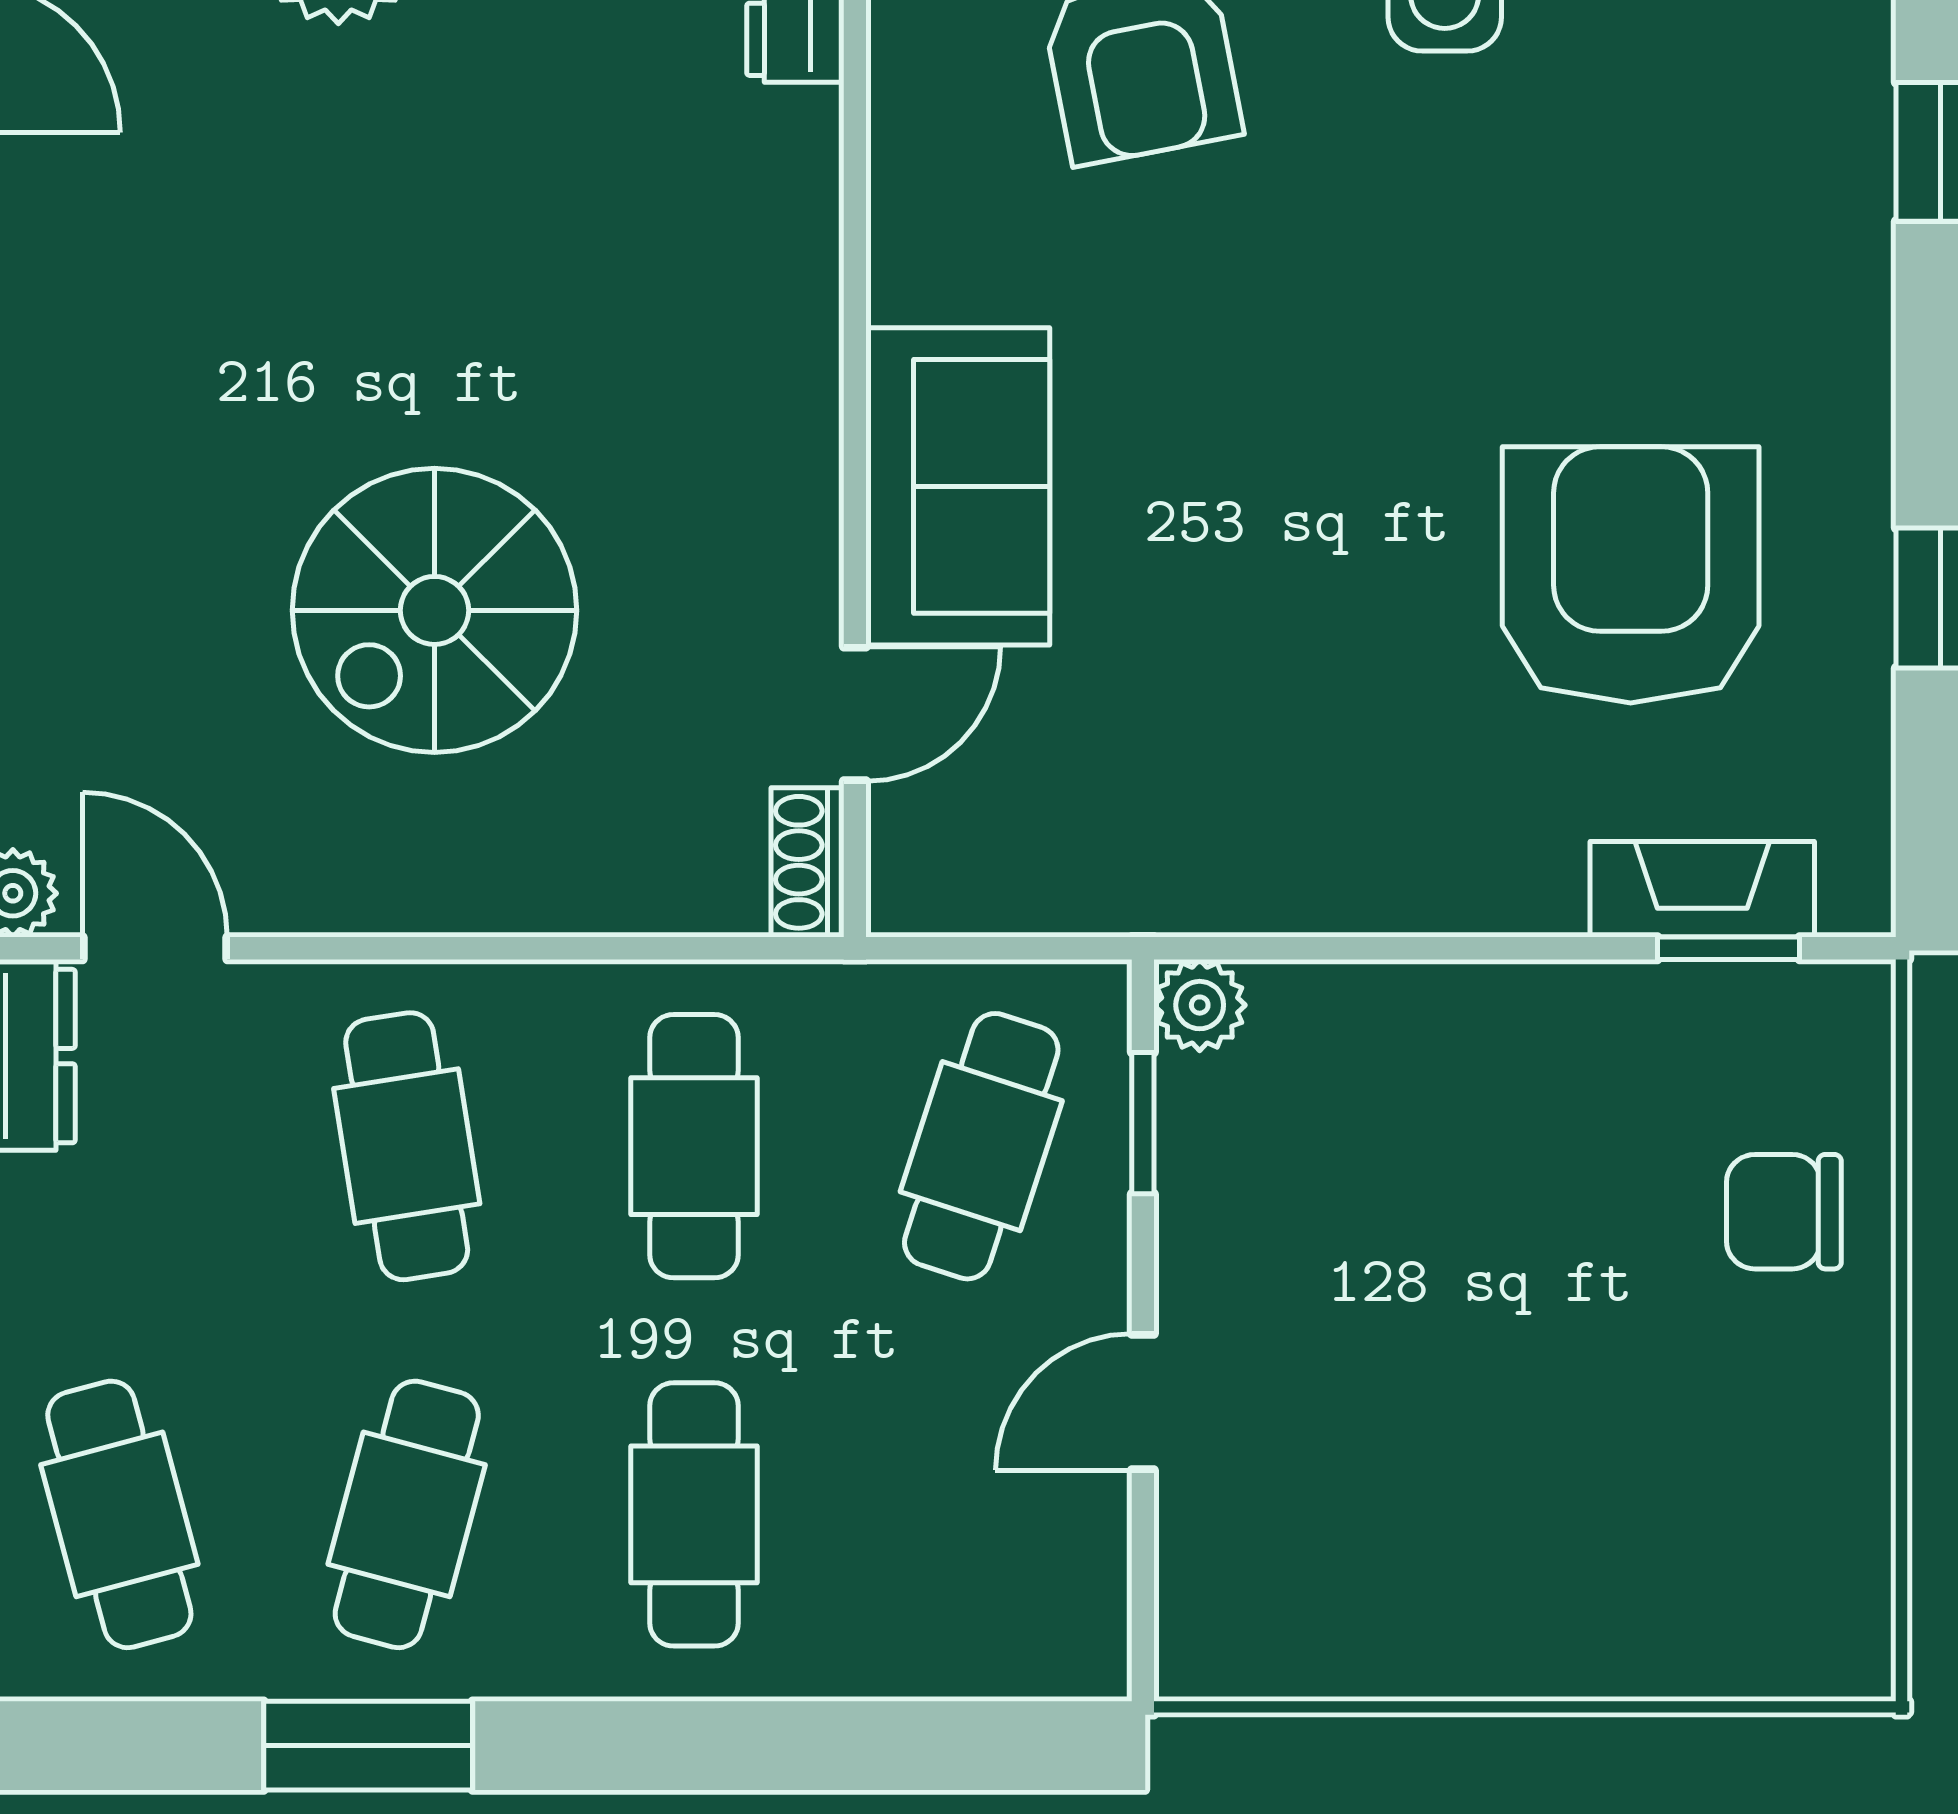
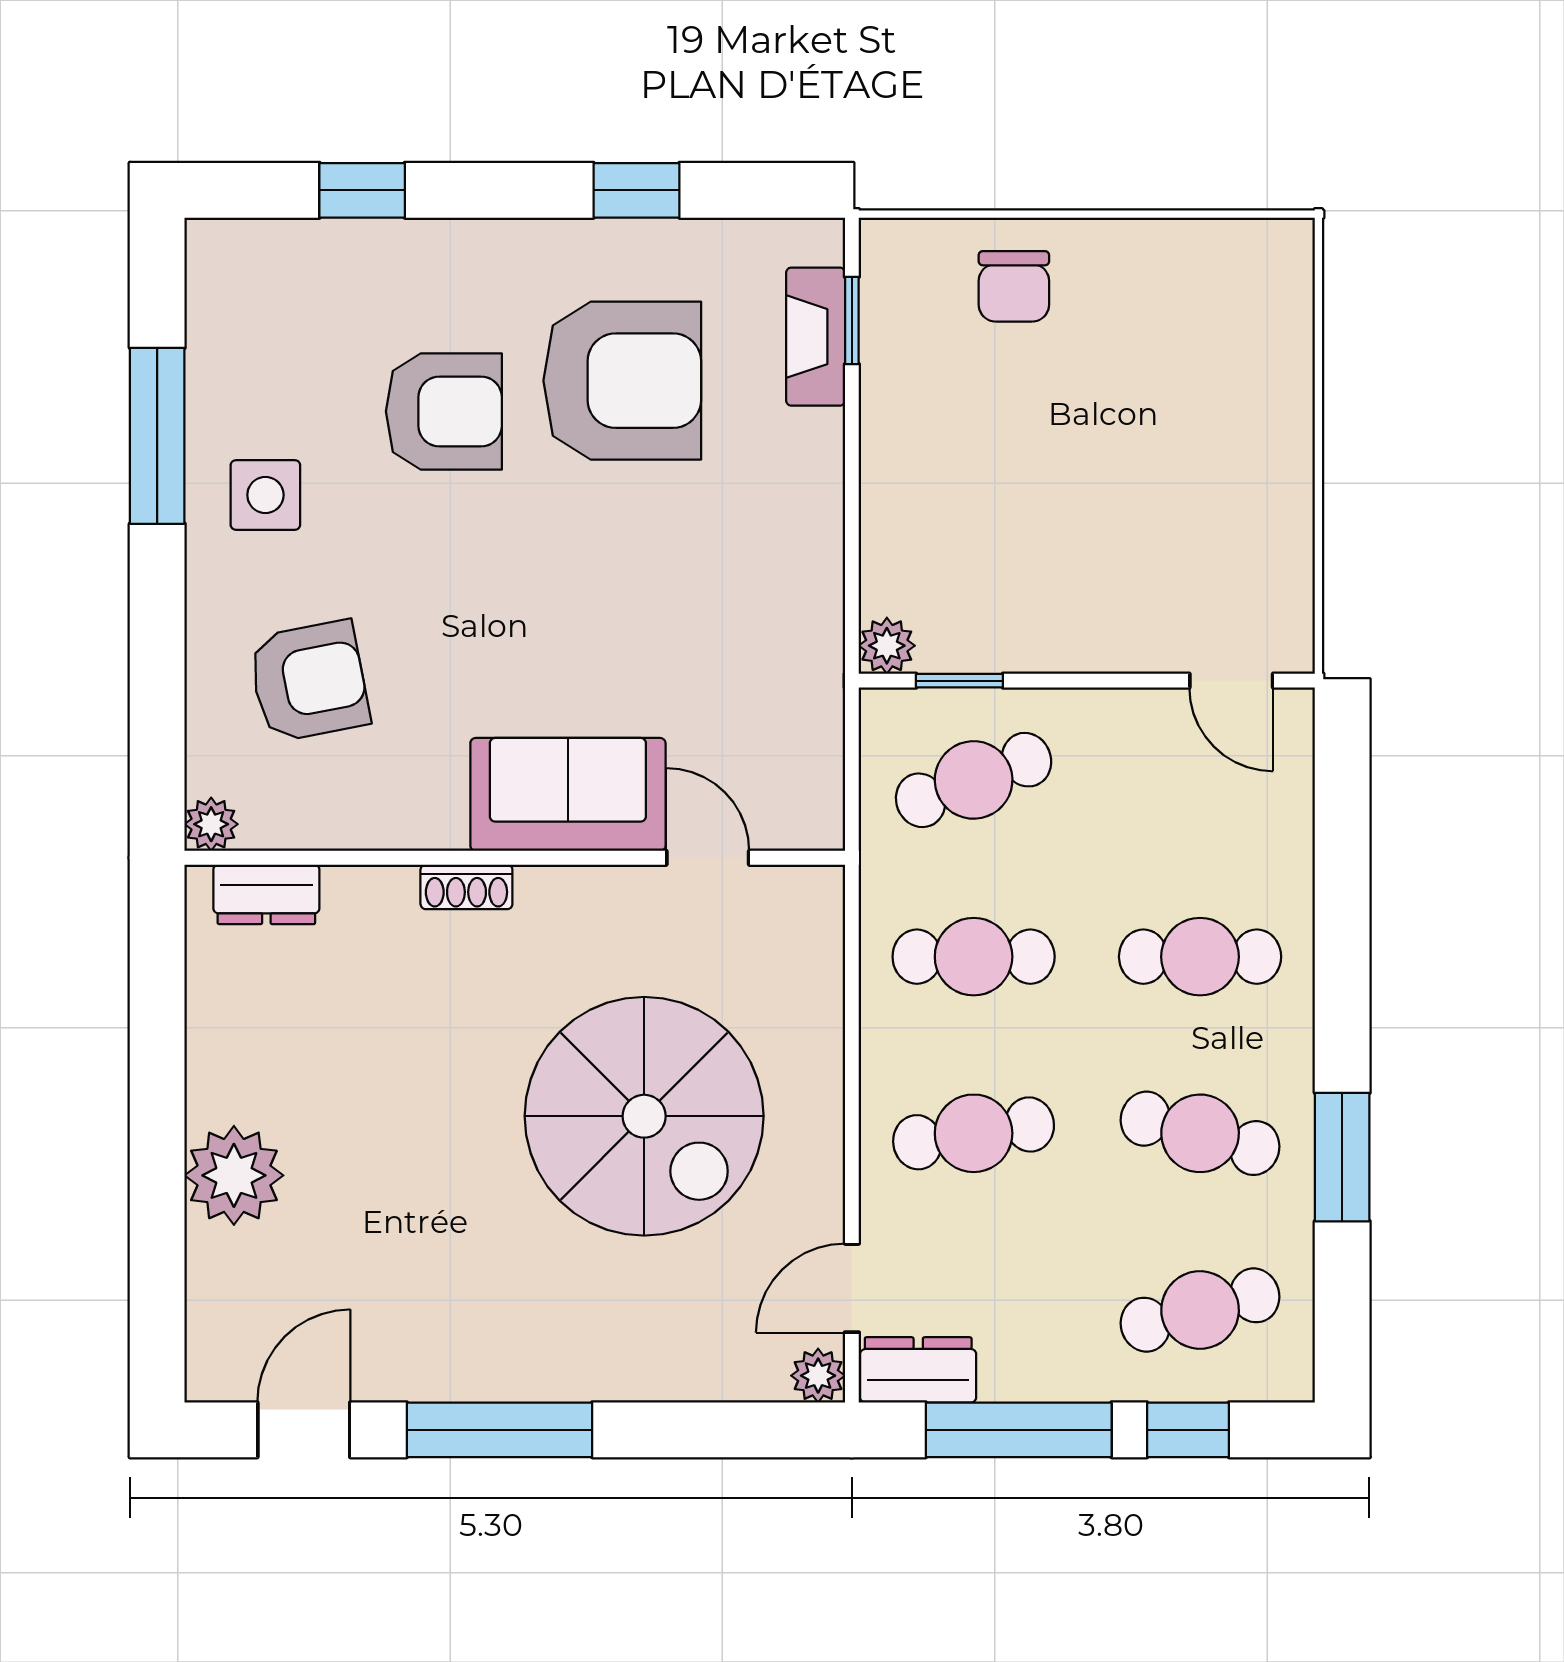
armchair: (1581, 285) -> (444, 411), added
armchair: (1631, 575) -> (622, 381), turned 180
spiral stairs: (434, 610) -> (644, 1116), width x1.37, depth x1.37
shoe rack: (807, 862) -> (466, 887), moved
cafe table: (981, 1146) -> (974, 780), turned -39
door: (1143, 1402) -> (1231, 681), moved

